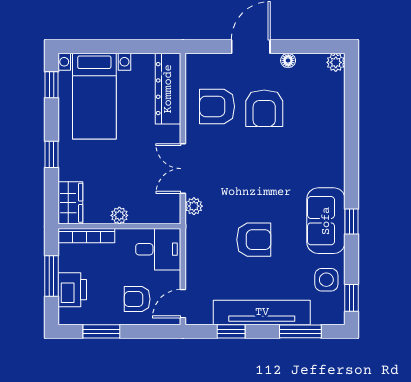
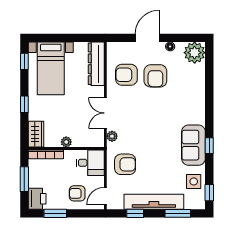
plant: (336, 62) -> (195, 53), width x1.87, depth x1.87
armchair: (254, 240) -> (125, 164), moved
printer: (72, 290) -> (37, 199), moved

